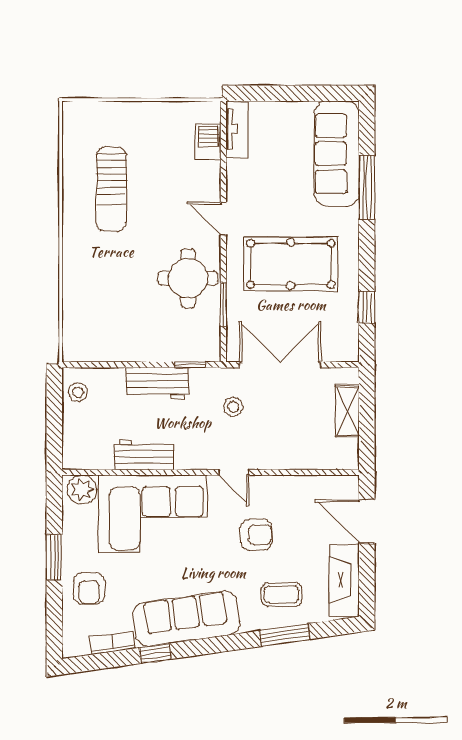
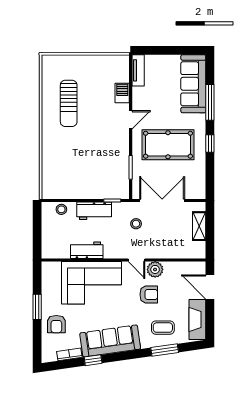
barbecue: (208, 142) -> (122, 93), moved
door: (223, 219) -> (131, 120), swing flipped
round table: (188, 278) -> (111, 153), removed
window: (367, 307) -> (210, 143), moved
stool: (78, 392) -> (61, 209), moved
plant: (82, 489) -> (155, 269), moved

